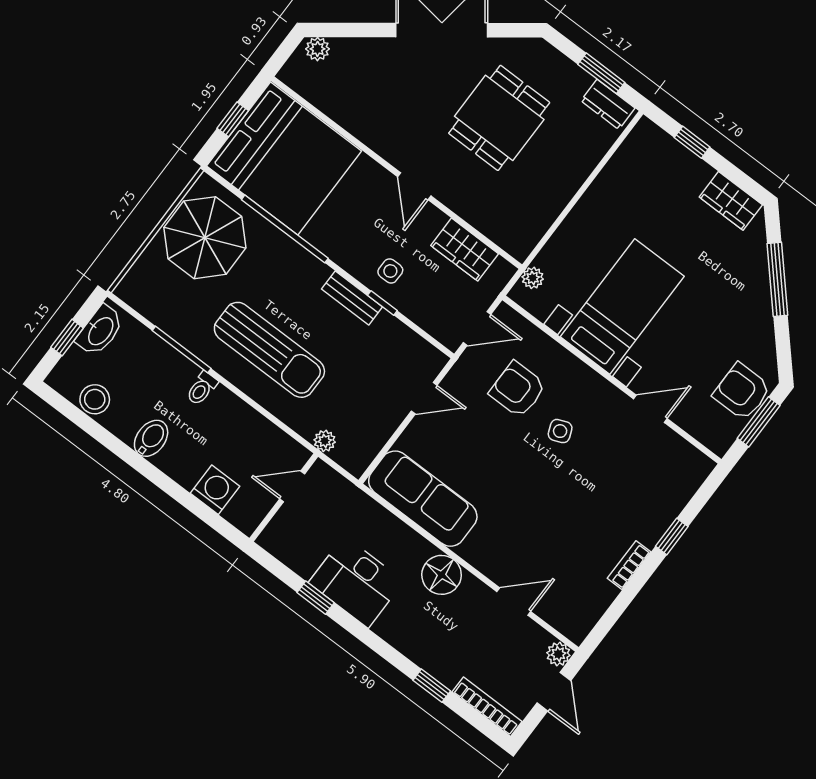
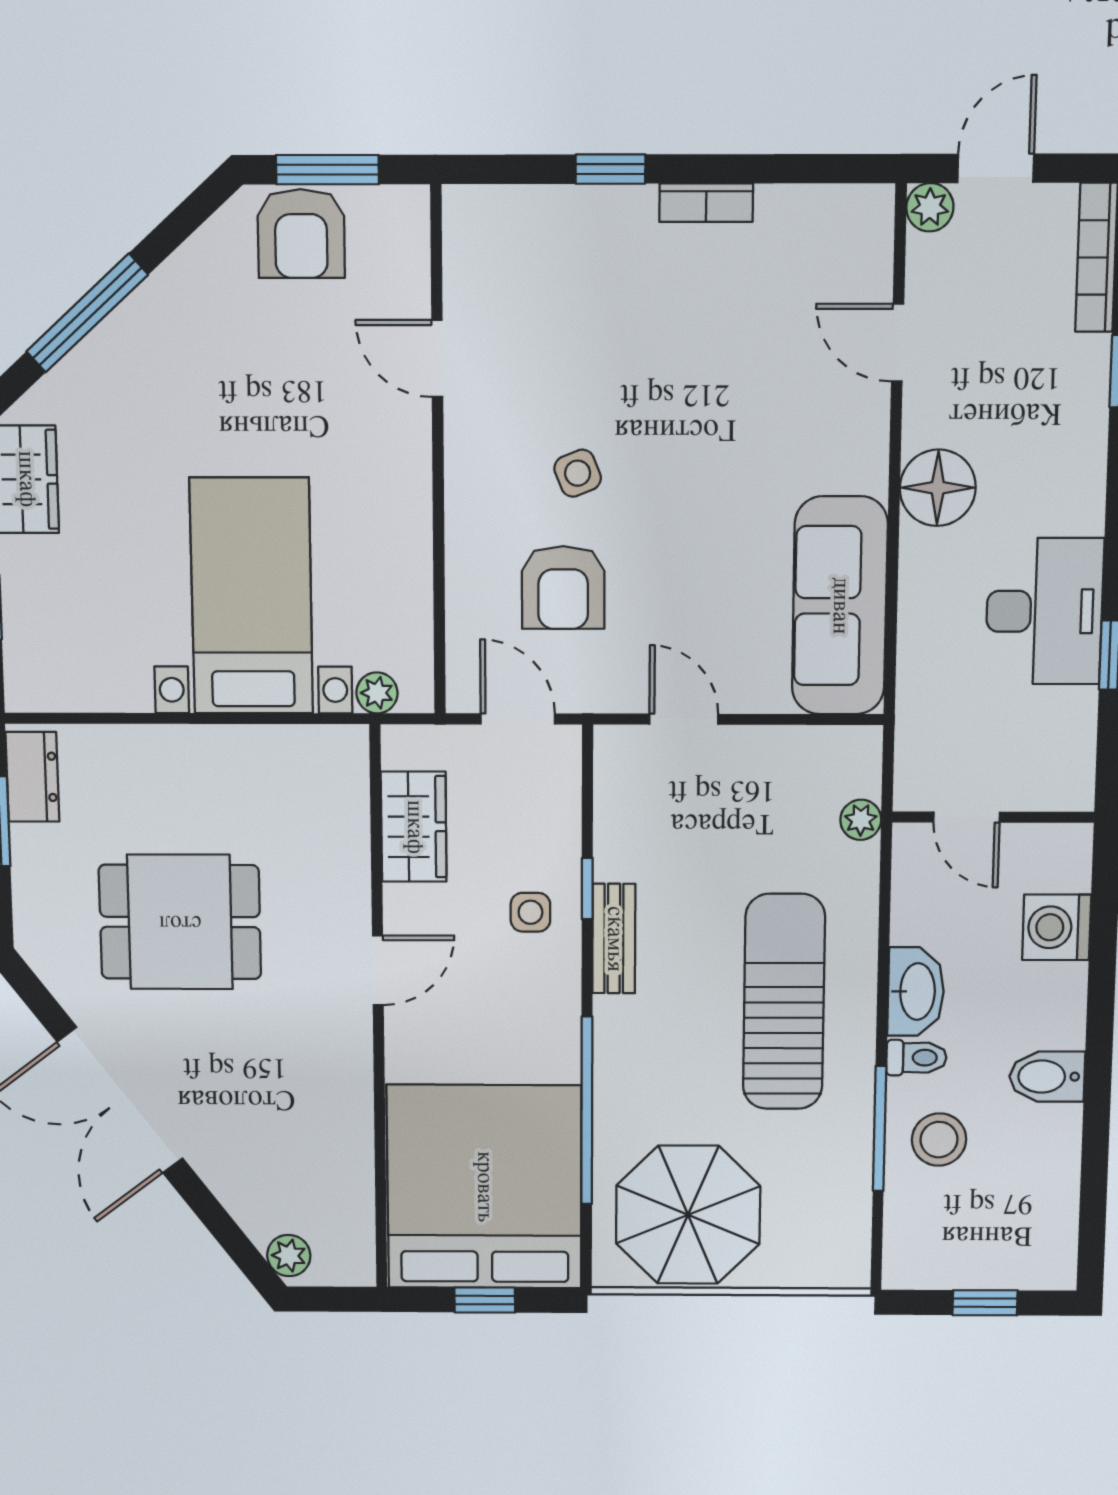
bed with nightstands: (622, 307) -> (251, 596), moved, turned 90
washbasin: (100, 331) -> (916, 992), moved, turned 90
stool: (95, 399) -> (939, 1140), moved

